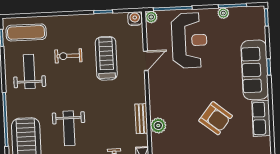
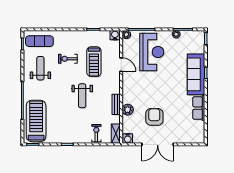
treadmill: (106, 58) -> (94, 62), turned 180
door: (146, 61) -> (121, 65), hinge flipped
armchair: (216, 118) -> (154, 117), moved, turned -129
weight bench: (69, 128) -> (82, 96), moved

